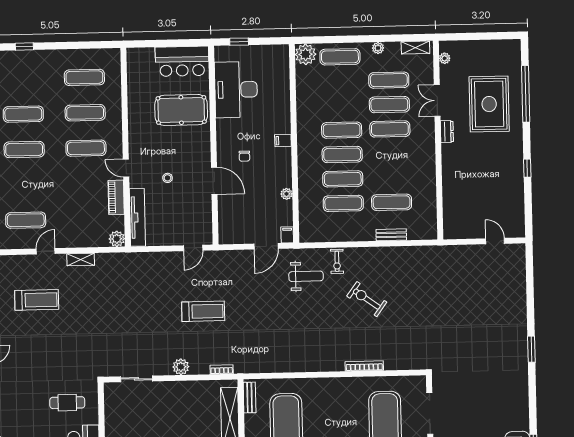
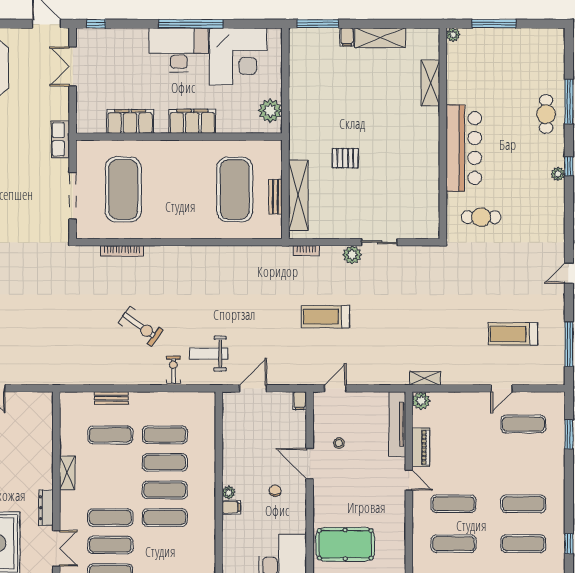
dresser: (447, 132) -> (46, 508), width x1.44
shelving: (429, 168) -> (67, 473), added
stool: (168, 178) -> (339, 443), moved
plant: (286, 194) -> (229, 492), moved
filing cabinet: (287, 235) -> (300, 401), moved
shelving: (81, 259) -> (425, 378), moved
bookcase: (364, 366) -> (122, 251), moved
sliding door: (136, 379) -> (379, 242), moved
bench: (250, 398) -> (275, 197), moved

